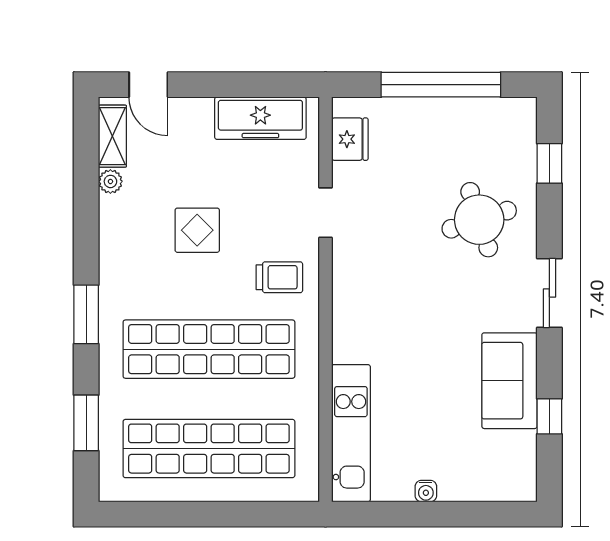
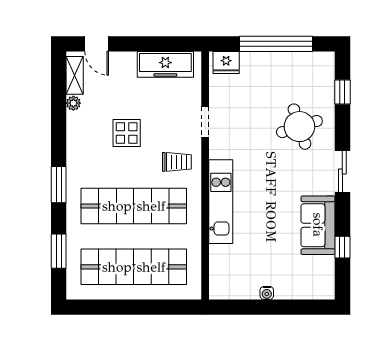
fridge: (350, 139) -> (226, 62), moved, turned 90
kitchen unit: (351, 433) -> (221, 202), moved

